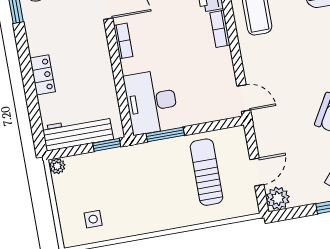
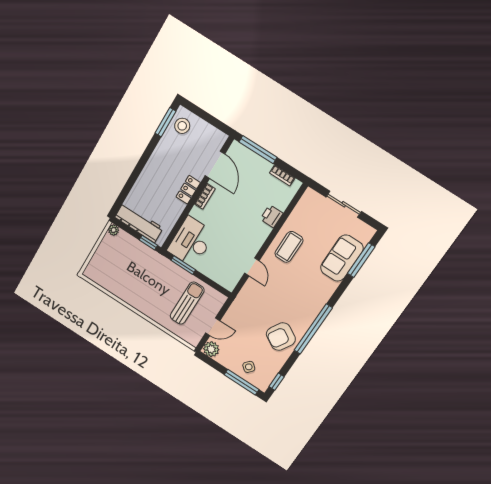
bookcase: (220, 29) -> (262, 237), removed
locker: (43, 75) -> (188, 190), moved, turned 180
door: (244, 98) -> (252, 267), moved
side table: (93, 219) -> (109, 273), removed

